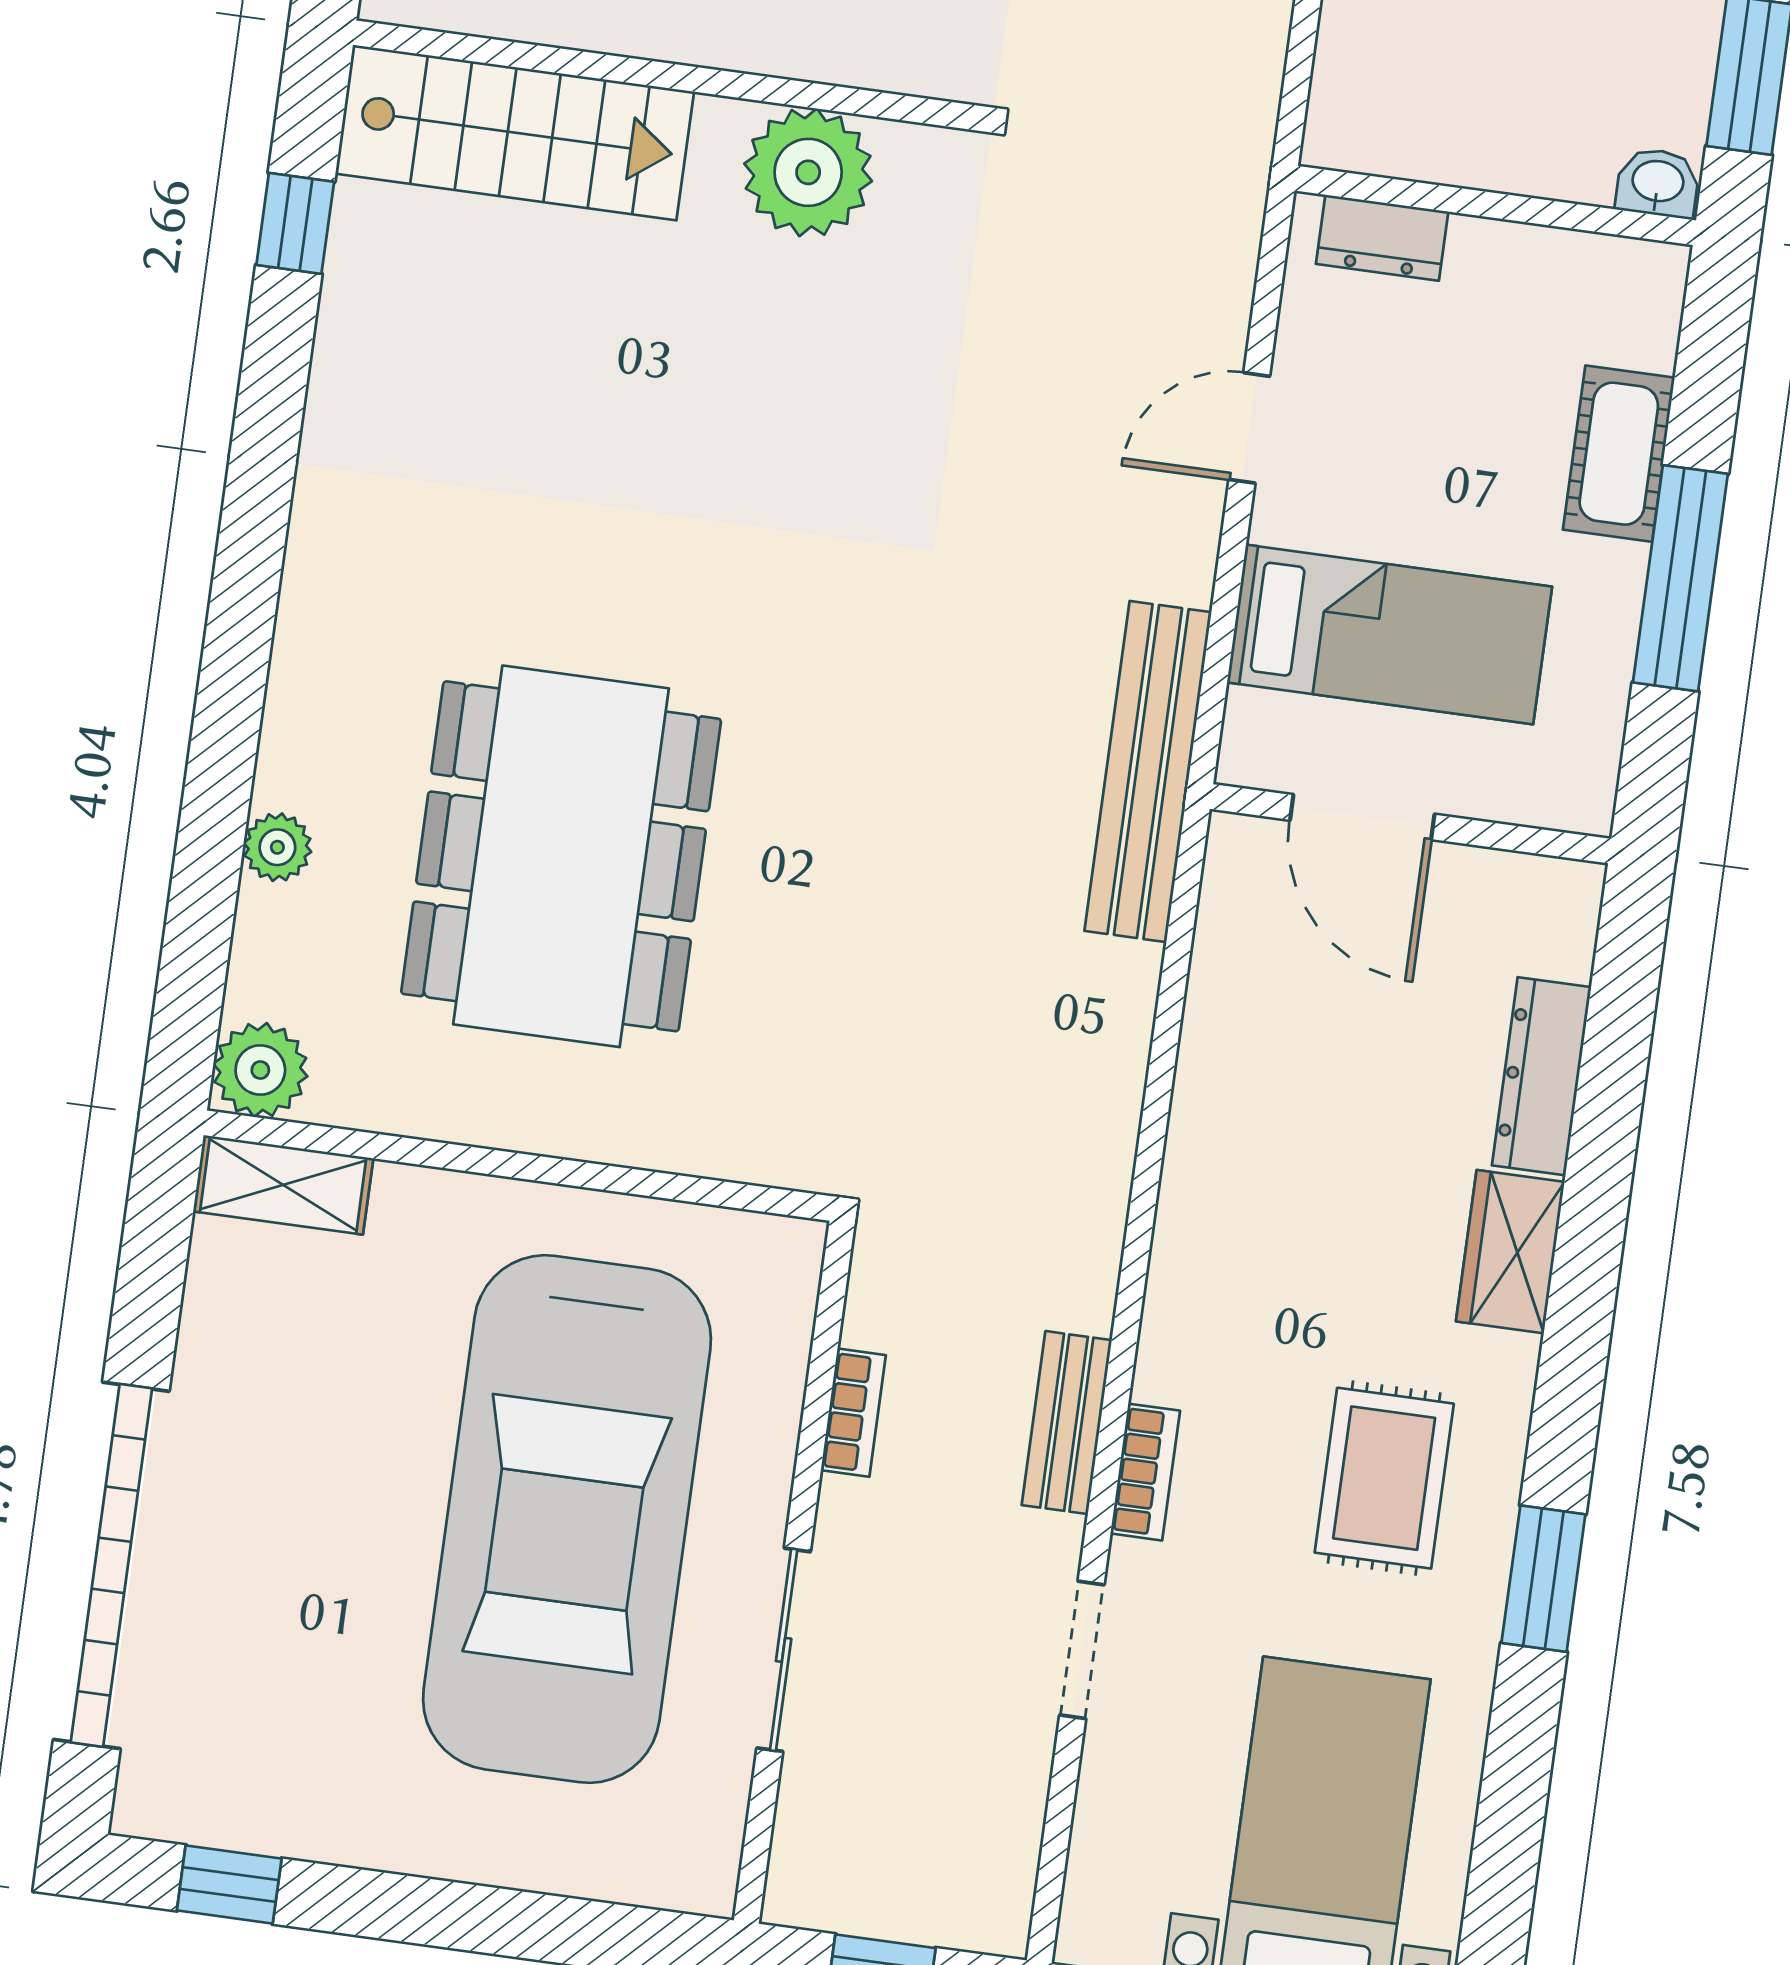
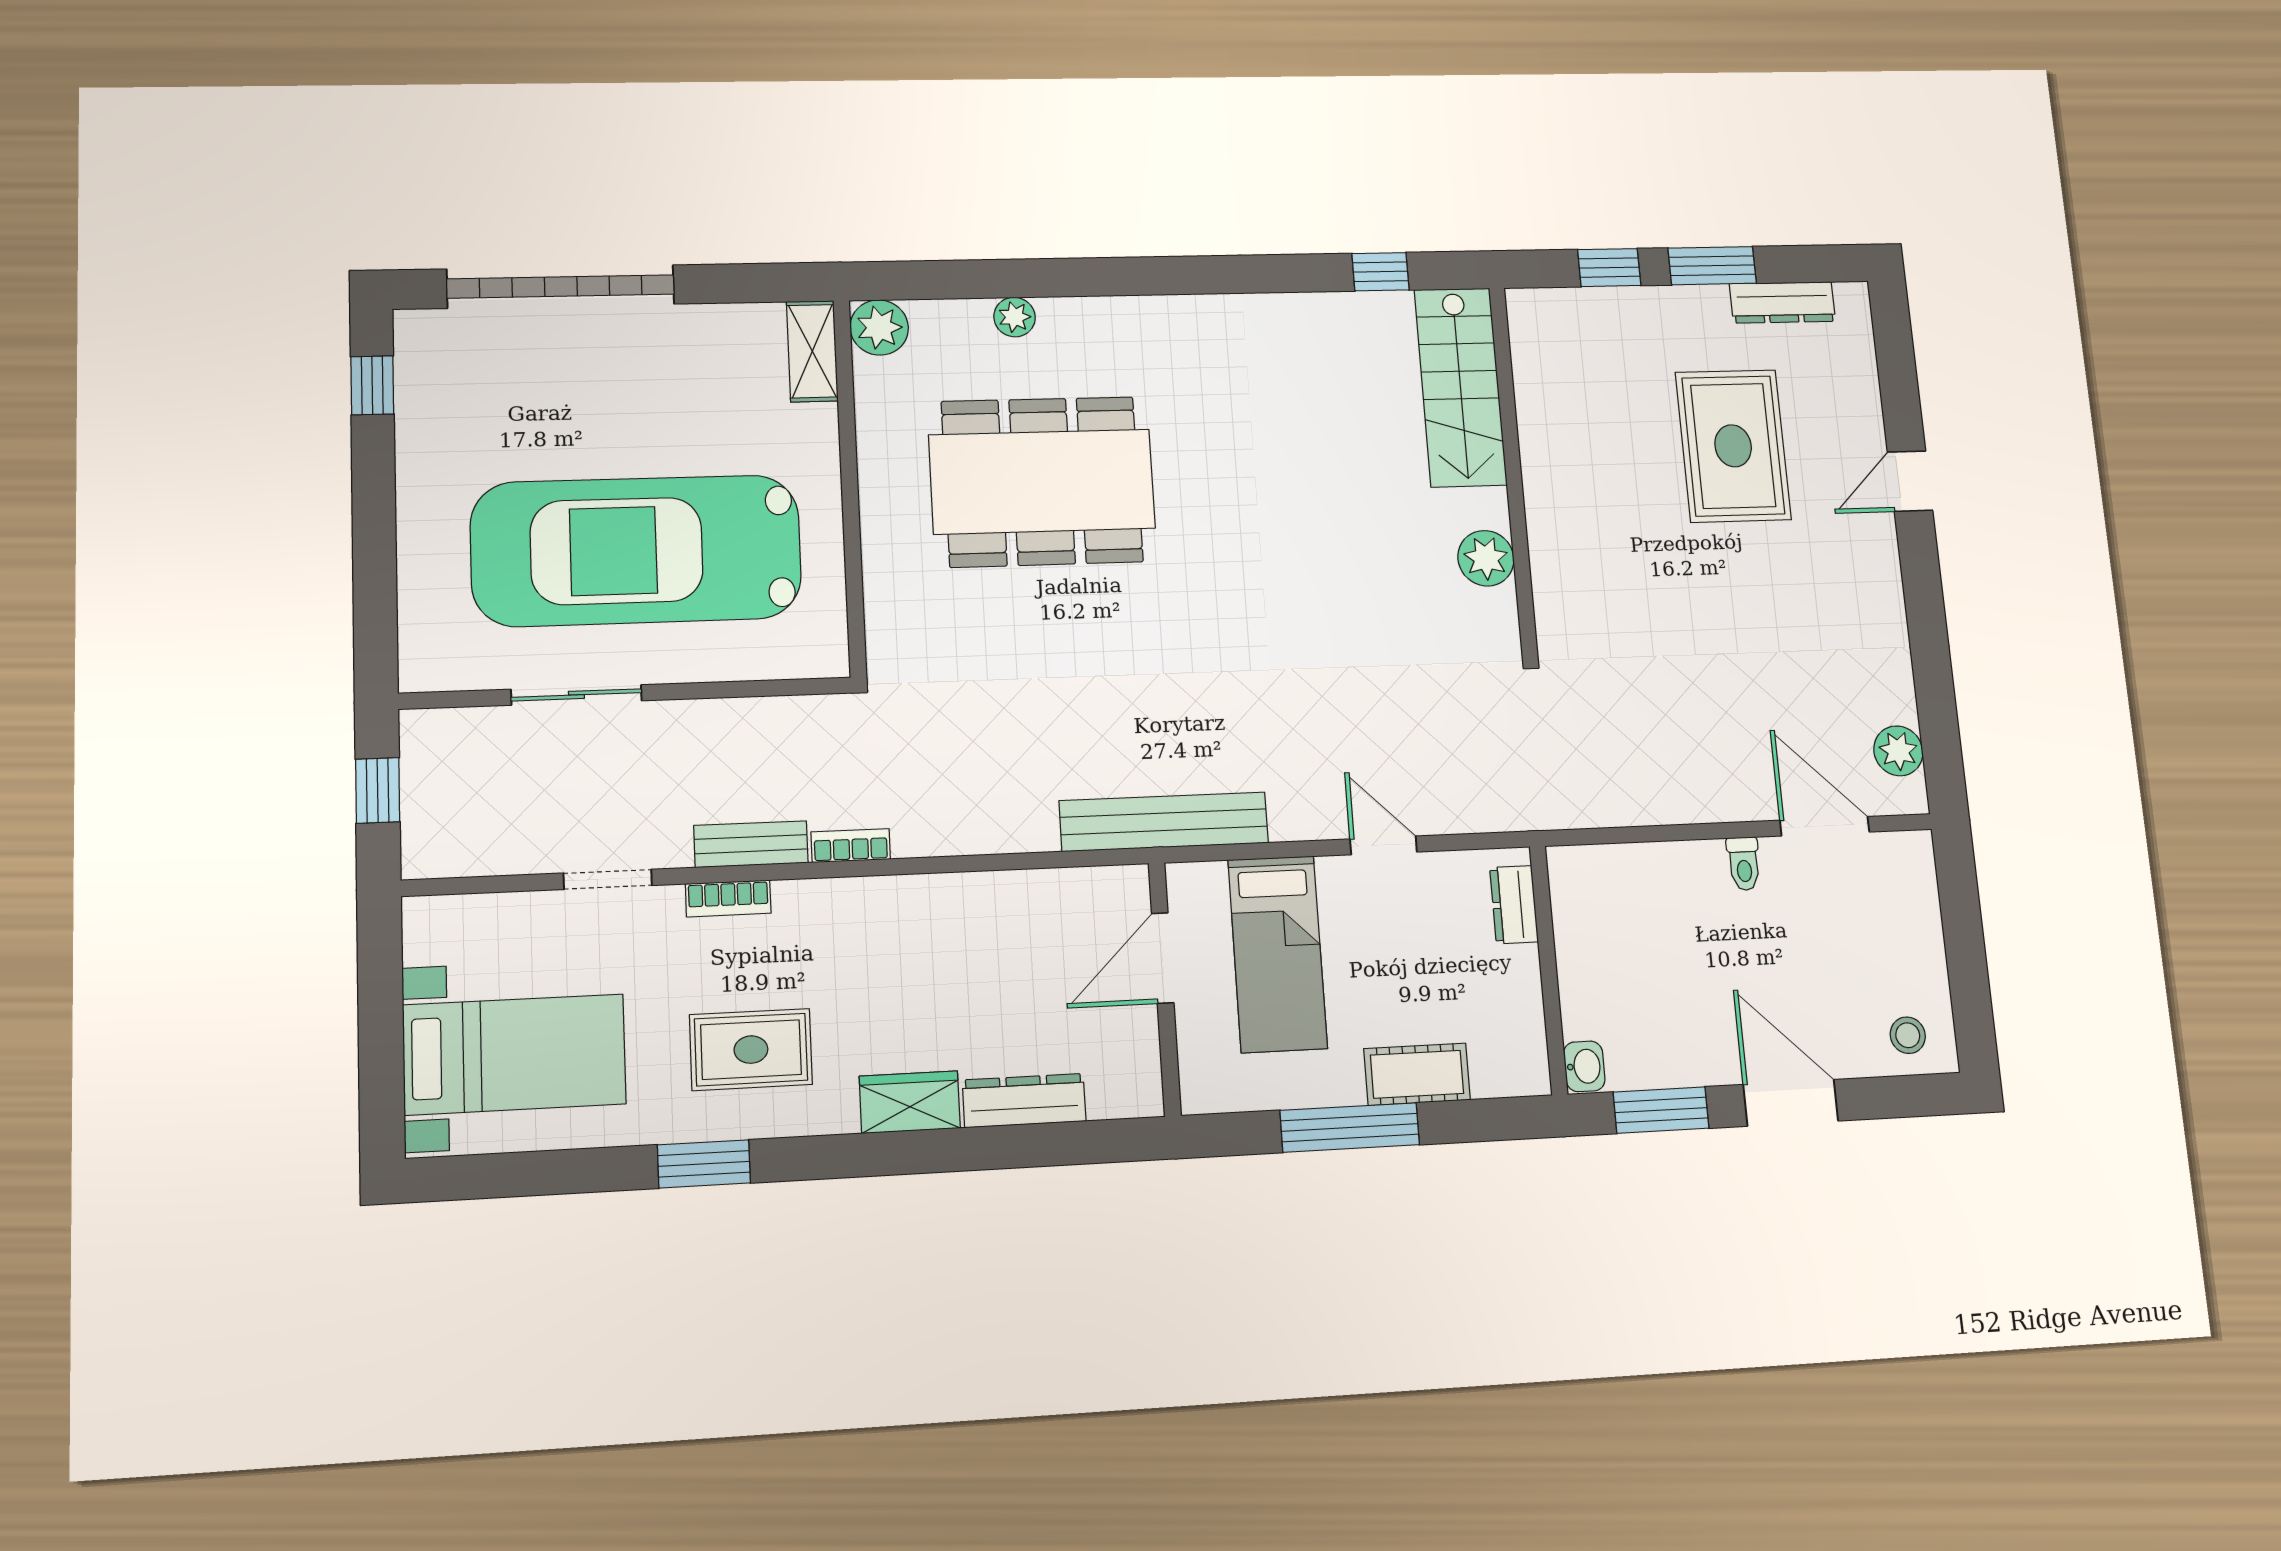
plant: (808, 172) -> (1486, 558), width x0.73, depth x0.73
bookcase: (853, 1413) -> (851, 846), moved, turned 180

